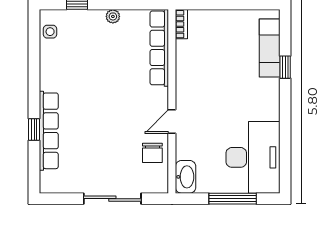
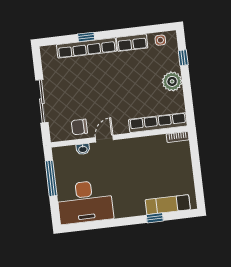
plant: (113, 16) -> (172, 81), width x1.88, depth x1.88
row of seats: (49, 70) -> (132, 43), added
door: (172, 122) -> (104, 139), hinge flipped
washbasin: (186, 177) -> (83, 149), moved, width x0.52, depth x0.69
window: (233, 199) -> (51, 178), moved

